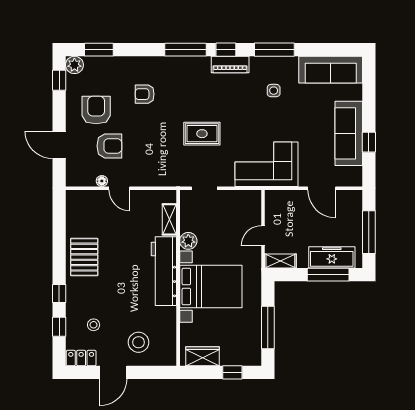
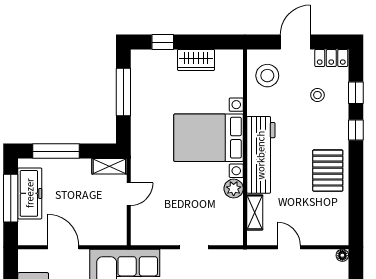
floor lamp: (102, 181) -> (342, 255), moved
shelving: (169, 219) -> (255, 212), moved
plant: (188, 241) -> (234, 189), moved
freezer: (332, 257) -> (30, 193), moved, turned -90
workbench: (164, 271) -> (261, 155), moved
wall: (178, 278) -> (245, 147), moved
bed with nightstands: (211, 287) -> (209, 138), moved

